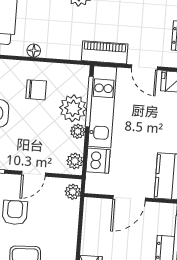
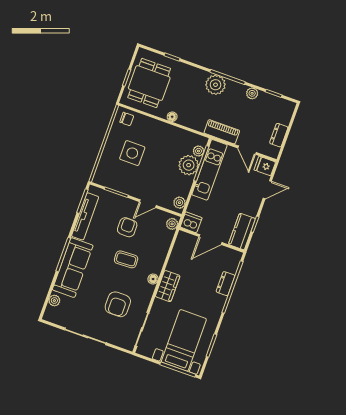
chair: (36, 90) -> (166, 145), removed
plant: (78, 131) -> (199, 151), moved
dishwasher: (98, 161) -> (191, 222), moved, turned -90

